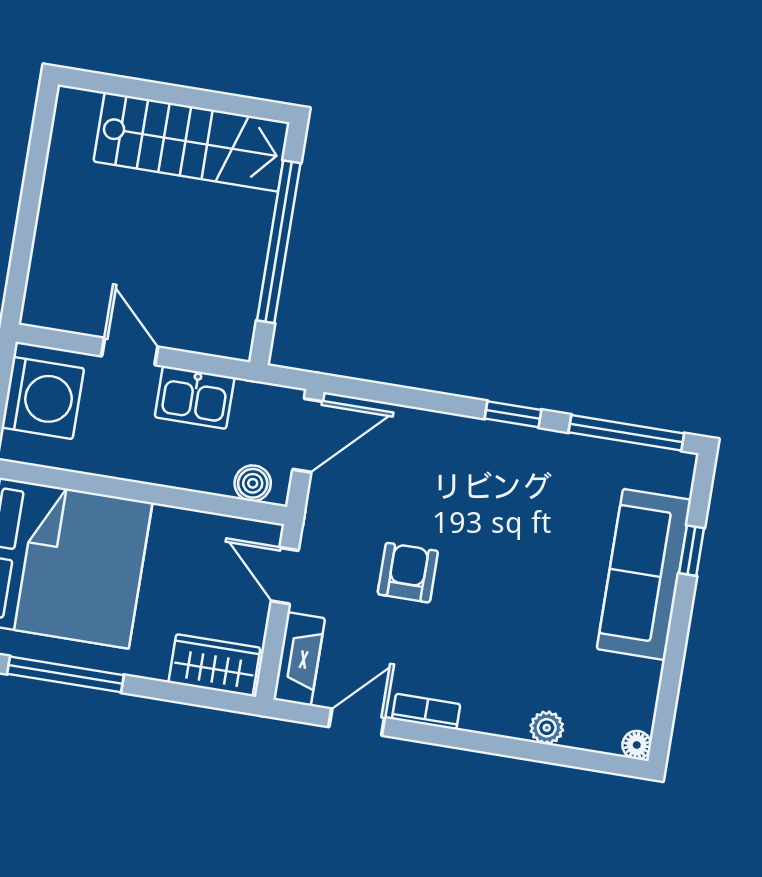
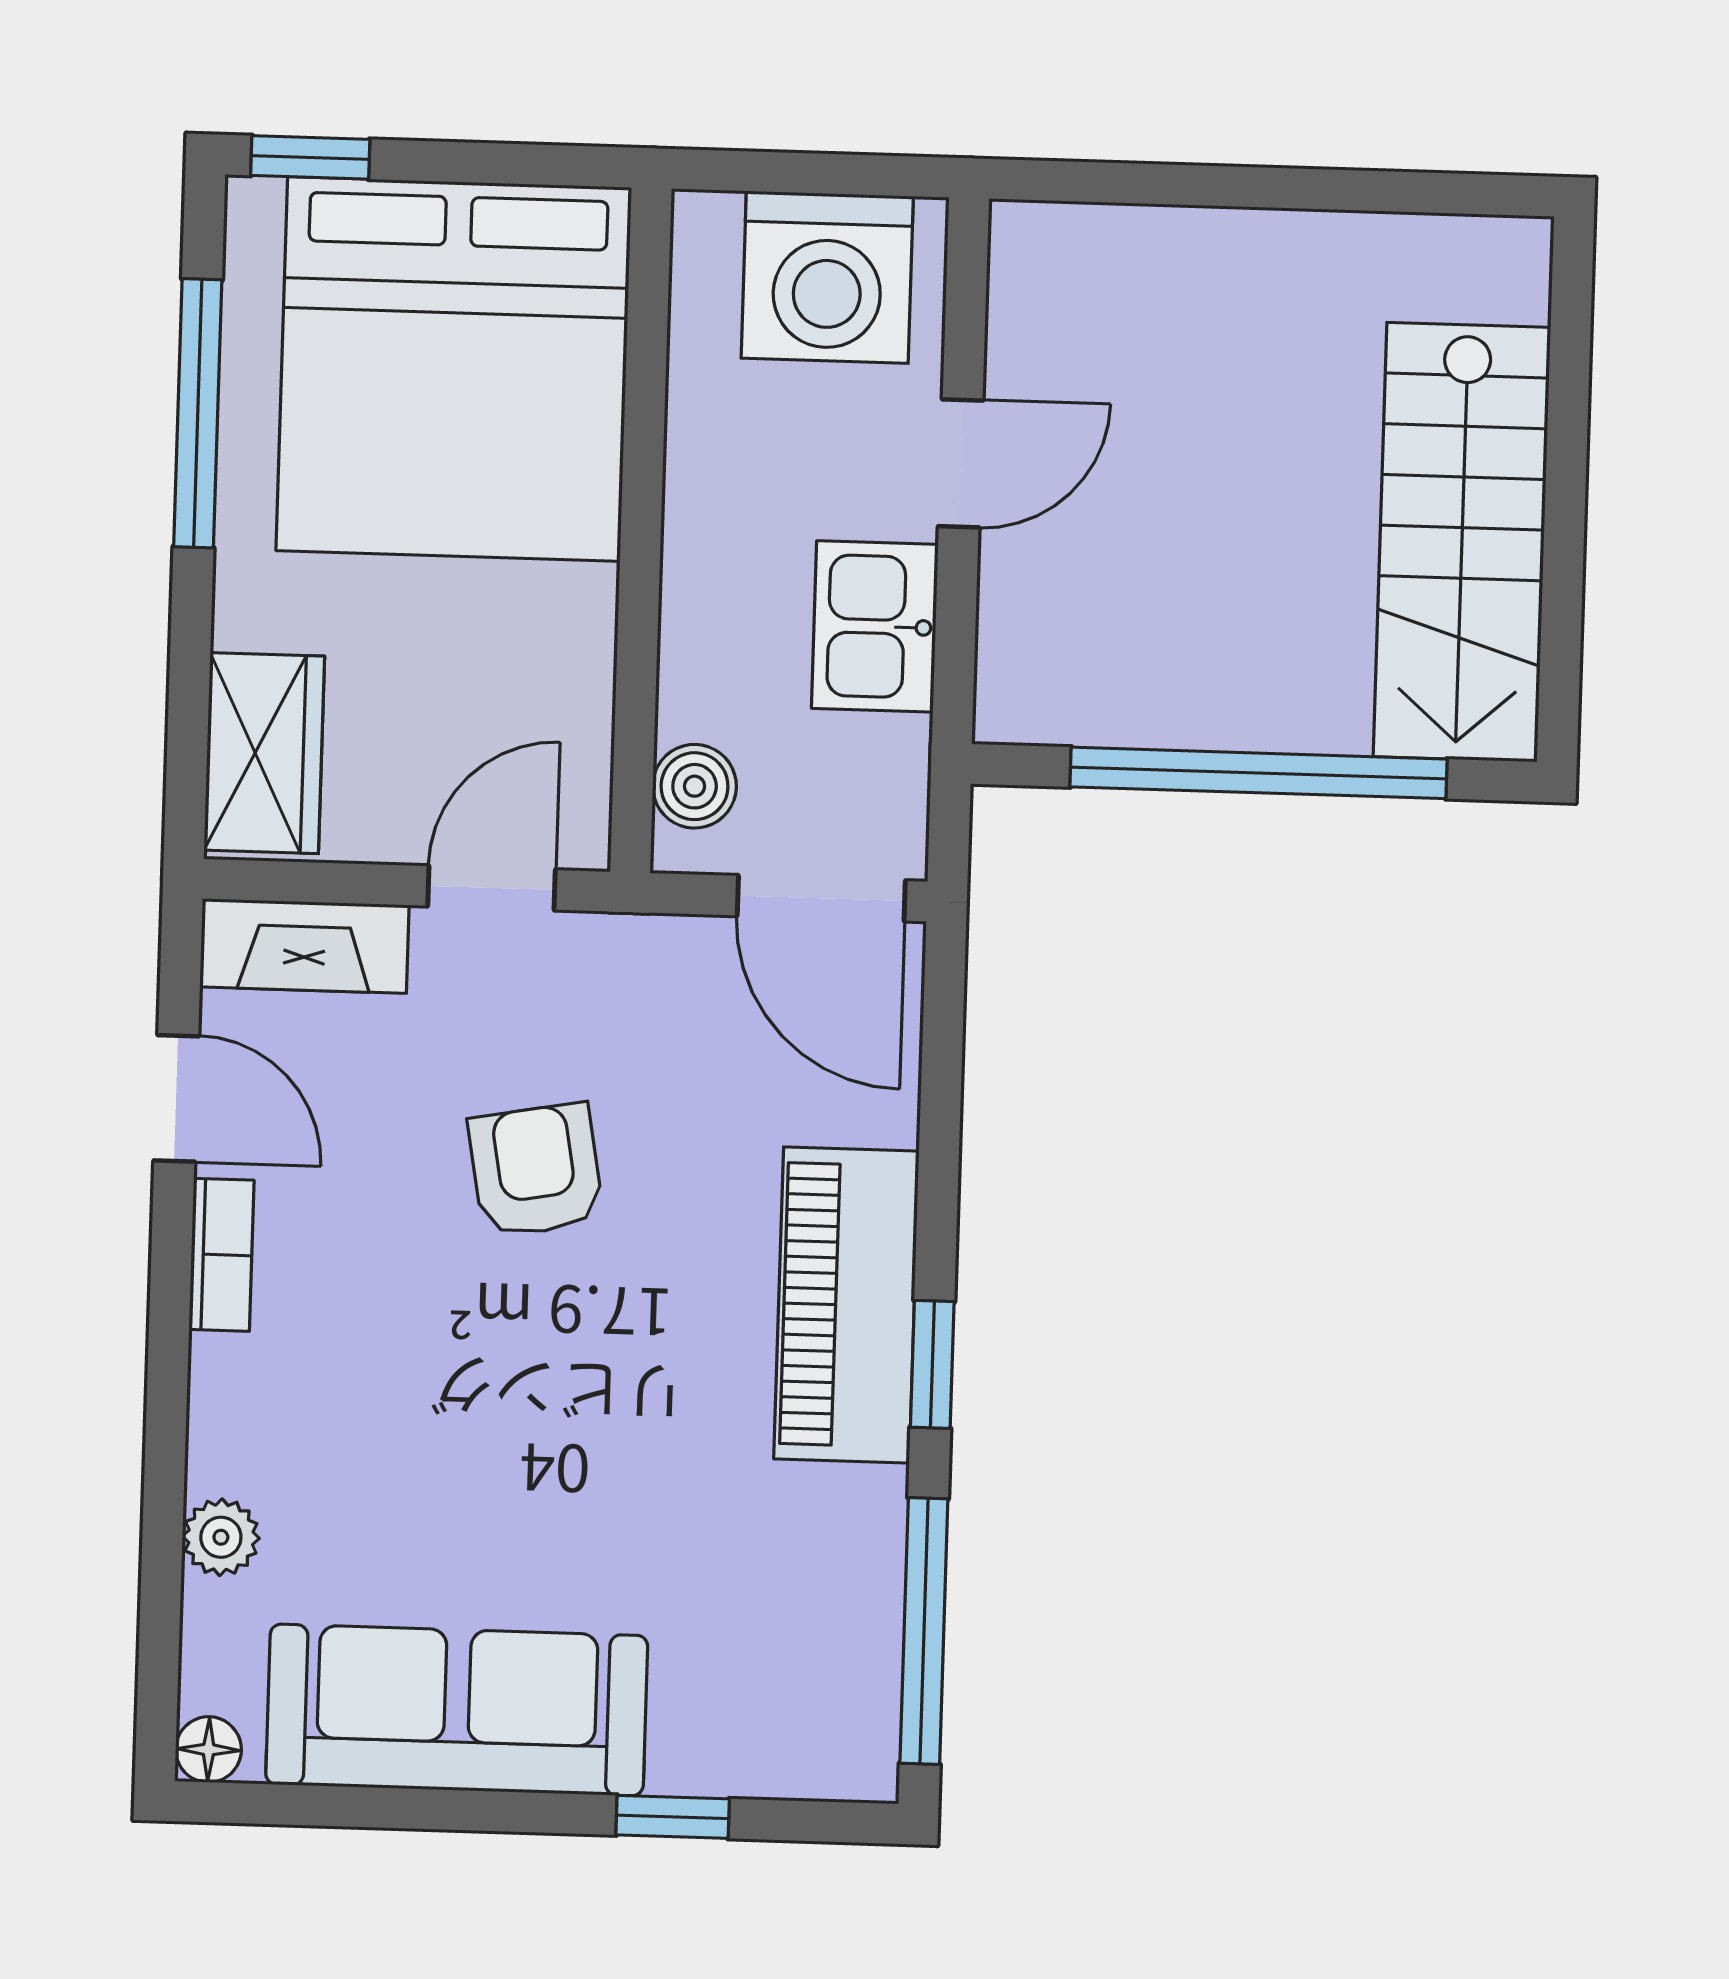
piano: (483, 448) -> (846, 1305), added
armchair: (408, 573) -> (536, 1170), turned -100
sofa: (644, 574) -> (457, 1710), moved

